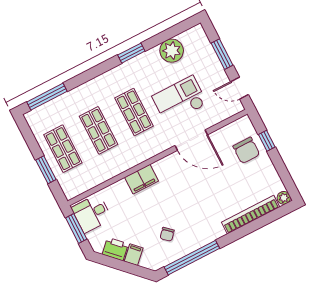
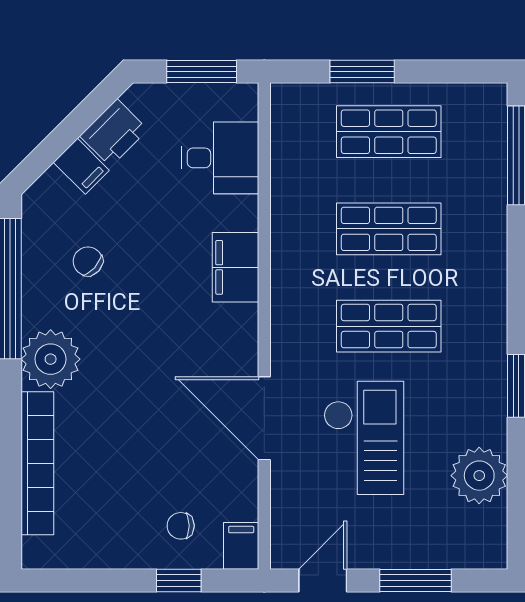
filing cabinet: (242, 124) -> (241, 546), added
door: (191, 140) -> (264, 418), hinge flipped
chair: (246, 150) -> (181, 526), width x0.54, depth x0.54
plant: (284, 198) -> (51, 359), moved, width x1.88, depth x1.88
desk: (92, 213) -> (220, 158), moved, turned 90

